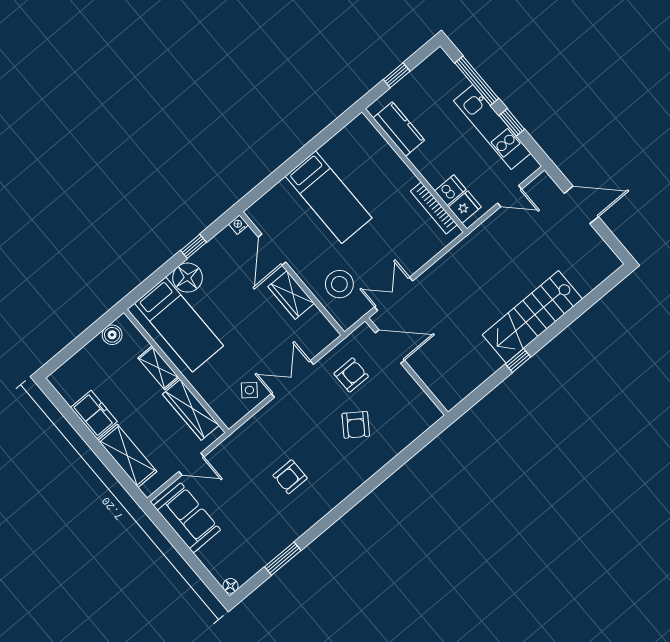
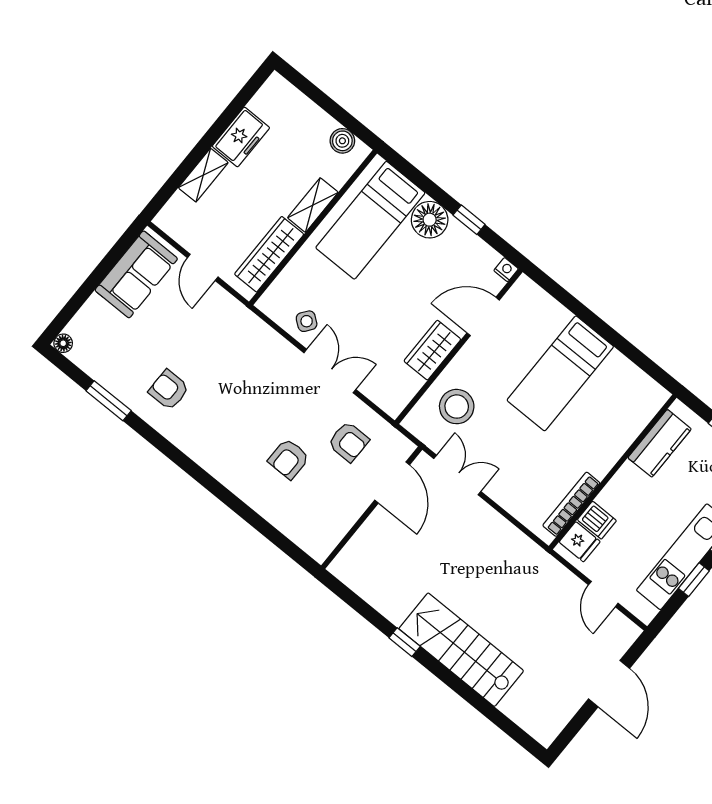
armchair: (356, 425) -> (289, 459), turned -35
shelving: (127, 456) -> (203, 175), width x0.67, depth x0.75
armchair: (290, 477) -> (169, 390), moved

